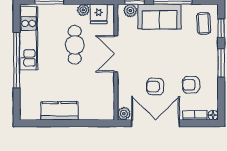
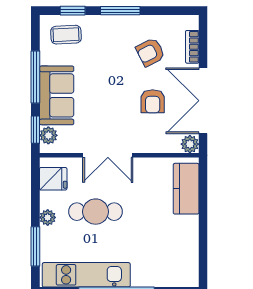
plant: (83, 10) -> (48, 217), moved
armchair: (191, 85) -> (150, 52), turned 63
kitchen counter: (59, 111) -> (186, 189), moved
floor lamp: (213, 115) -> (192, 22), removed

